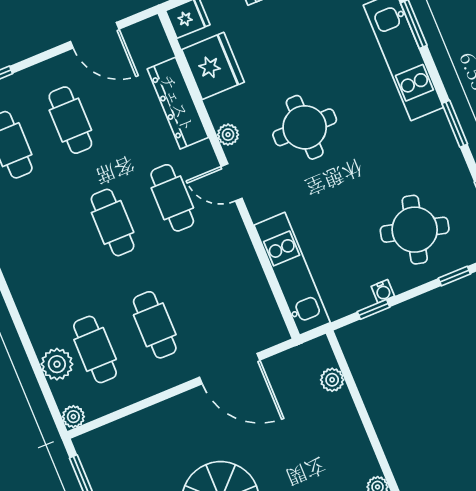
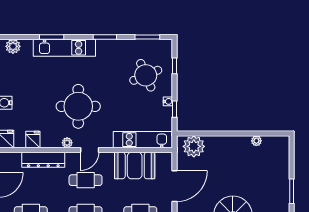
fridge: (213, 66) -> (33, 140), width x0.53, depth x0.75
round table: (305, 127) -> (78, 106), width x1.36, depth x1.36
round table: (415, 230) -> (146, 75), turned -37
booth: (237, 278) -> (135, 166), added
plant: (332, 380) -> (194, 146), width x1.87, depth x1.87

